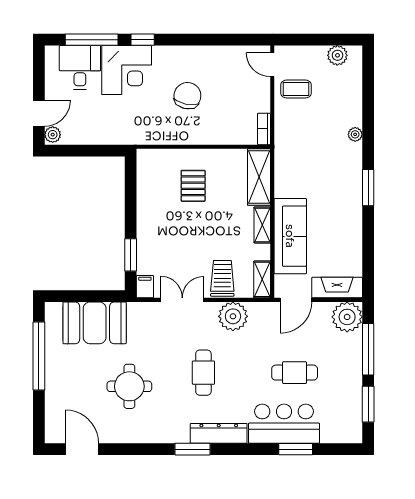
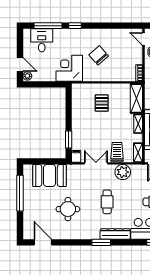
corner desk: (127, 70) -> (69, 68), moved, turned 180
chair: (187, 96) -> (99, 55), turned -53
door: (39, 113) -> (20, 65), hinge flipped

